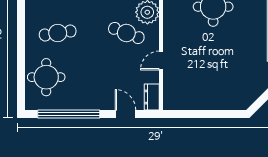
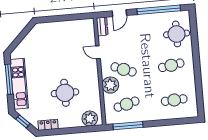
door: (161, 61) -> (98, 52), swing flipped
door: (125, 114) -> (119, 13), hinge flipped

